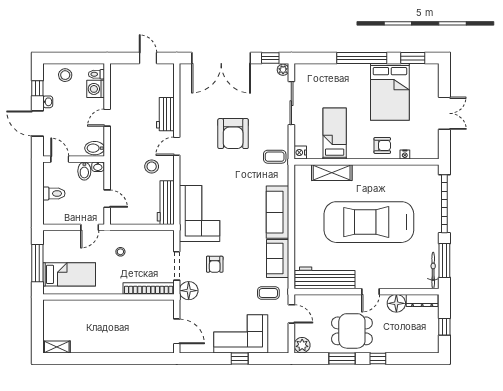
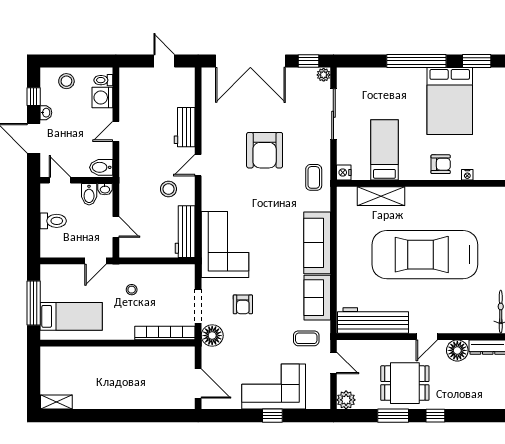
coffee table: (275, 157) -> (314, 177), turned 90

